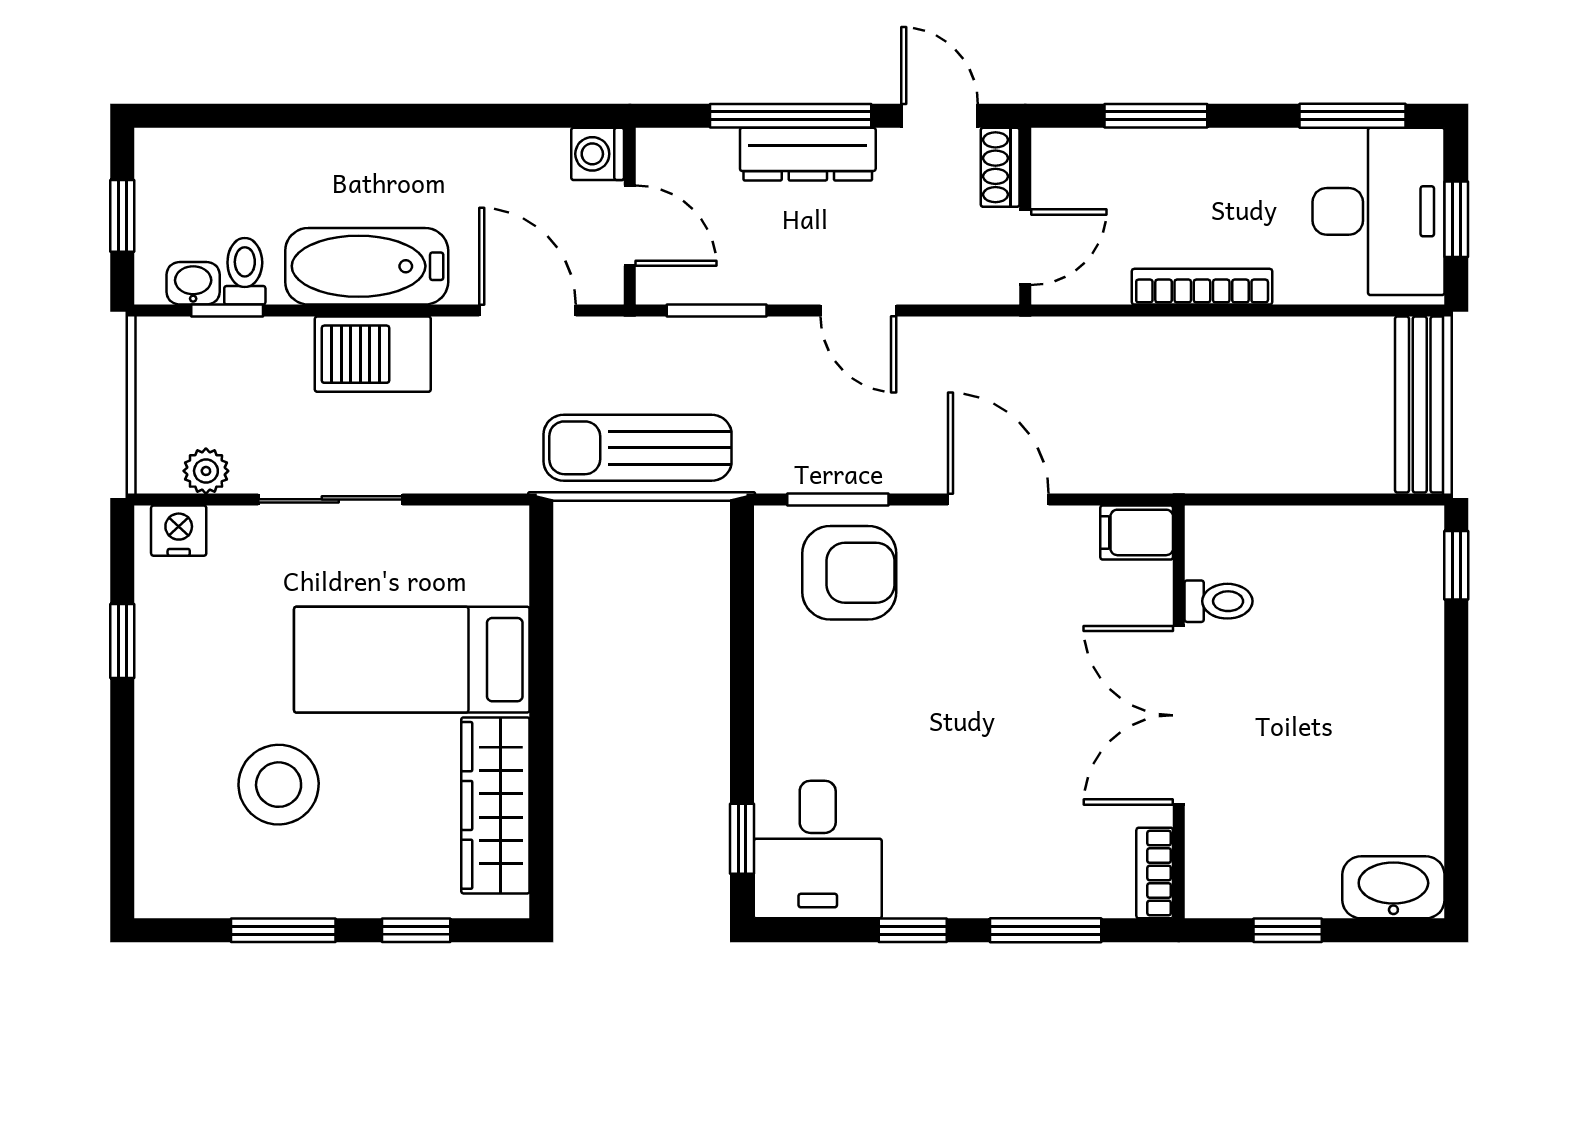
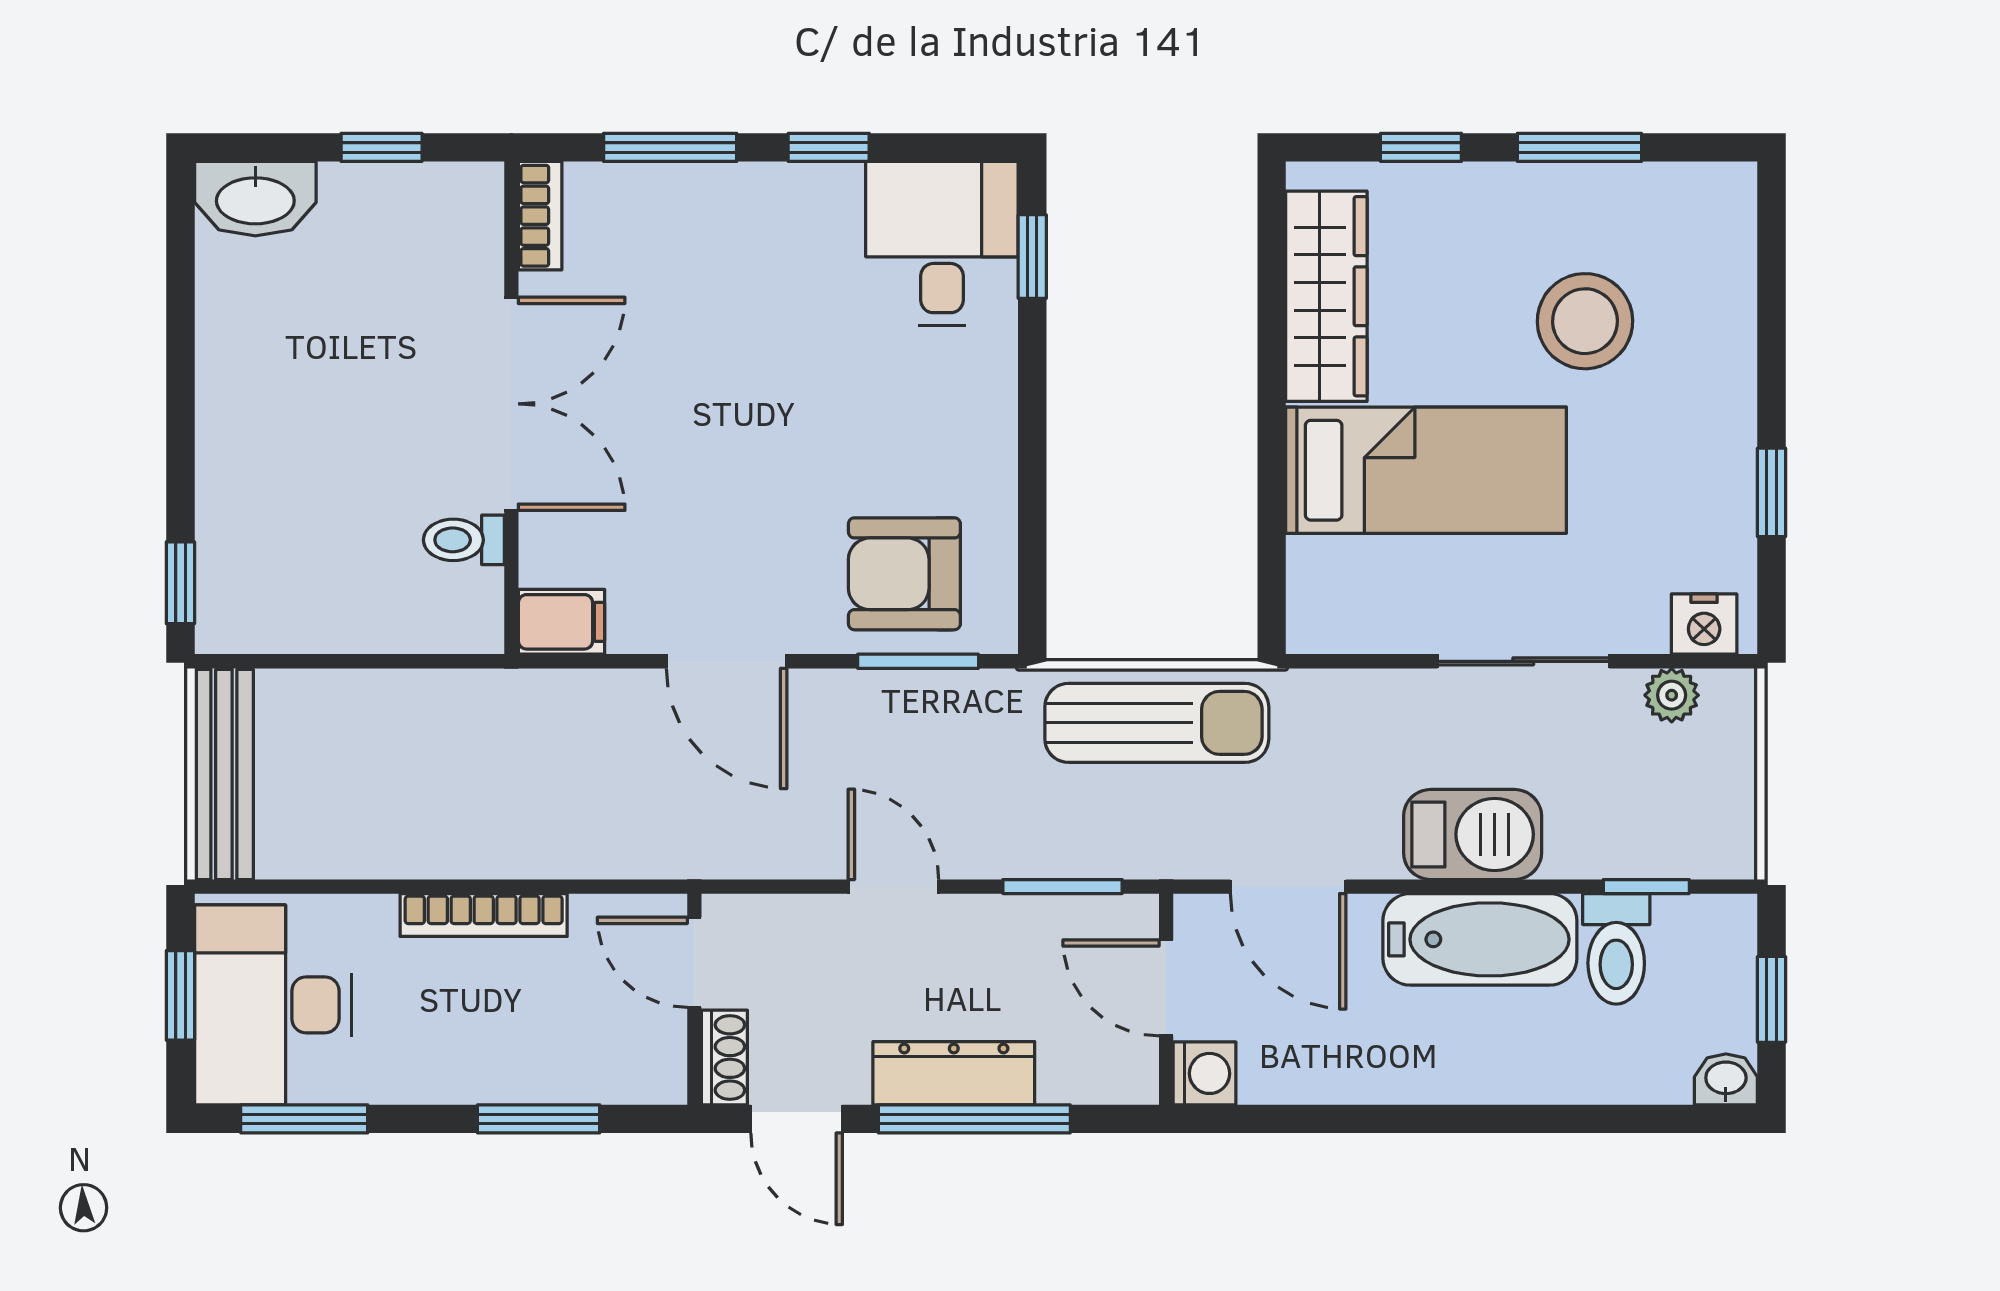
door: (1025, 247) -> (694, 962), hinge flipped
toilet: (245, 271) -> (1616, 949), width x1.37, depth x1.39
washbasin: (193, 283) -> (1726, 1079), moved, turned 180

